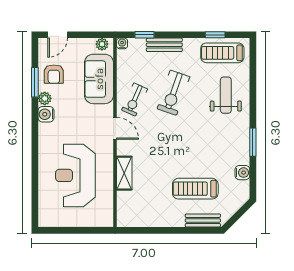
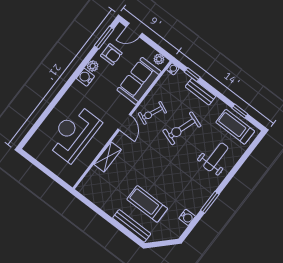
armchair: (54, 74) -> (111, 54), turned -90
window: (35, 82) -> (104, 38), moved
bench: (203, 220) -> (132, 226), width x1.36

